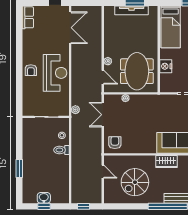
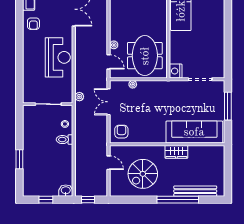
nightstand: (166, 66) -> (176, 71), moved
armchair: (31, 70) -> (33, 24), moved
washbasin: (44, 198) -> (66, 191), moved

